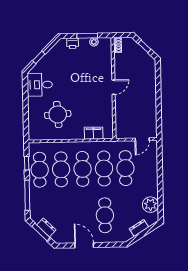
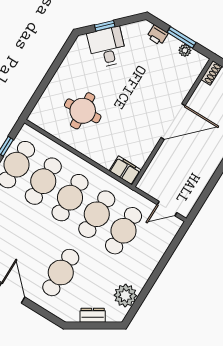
desk: (40, 85) -> (107, 47), moved, turned 45
door: (114, 87) -> (173, 122), width x1.88
filing cabinet: (94, 133) -> (125, 170), moved

